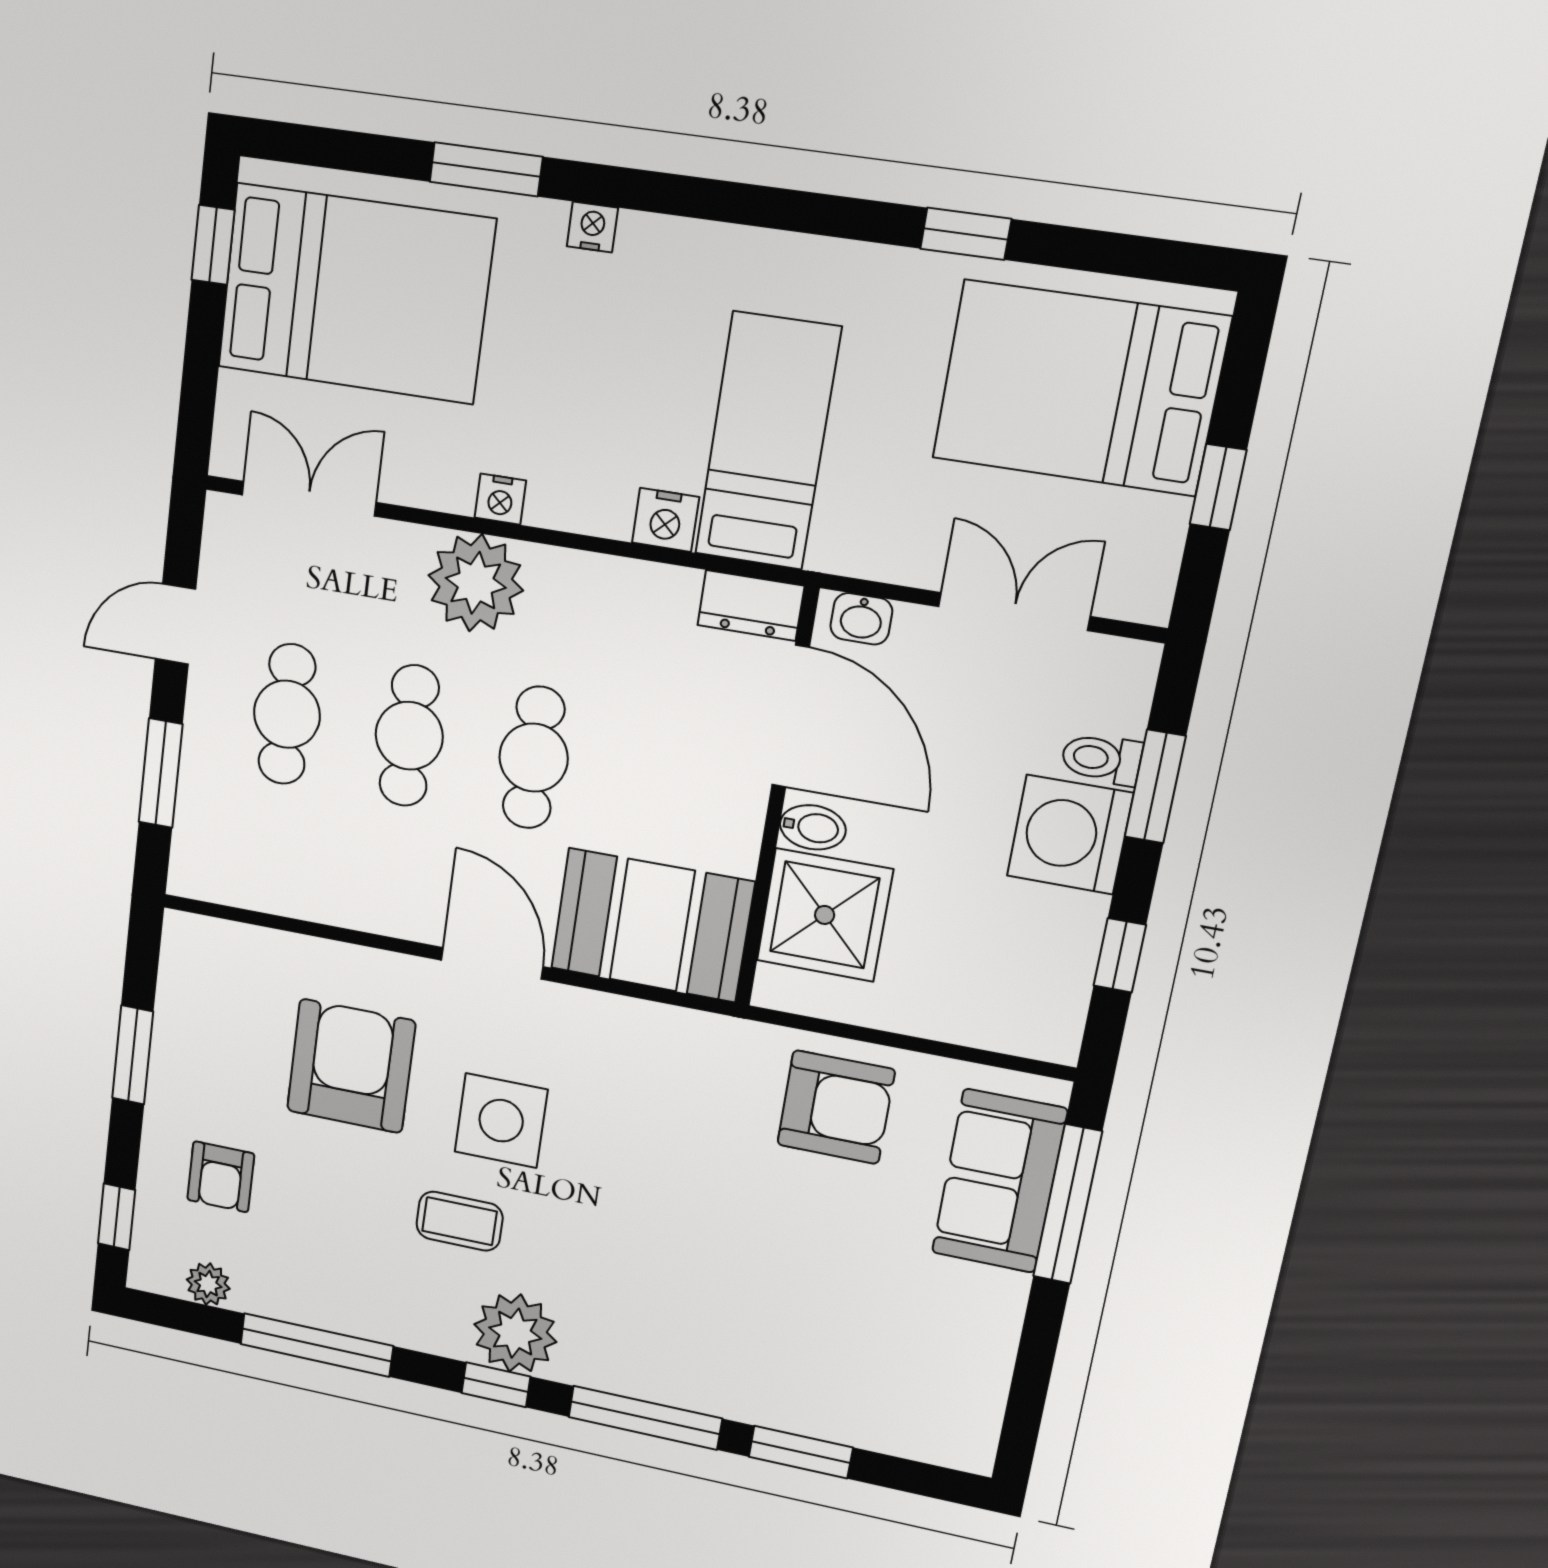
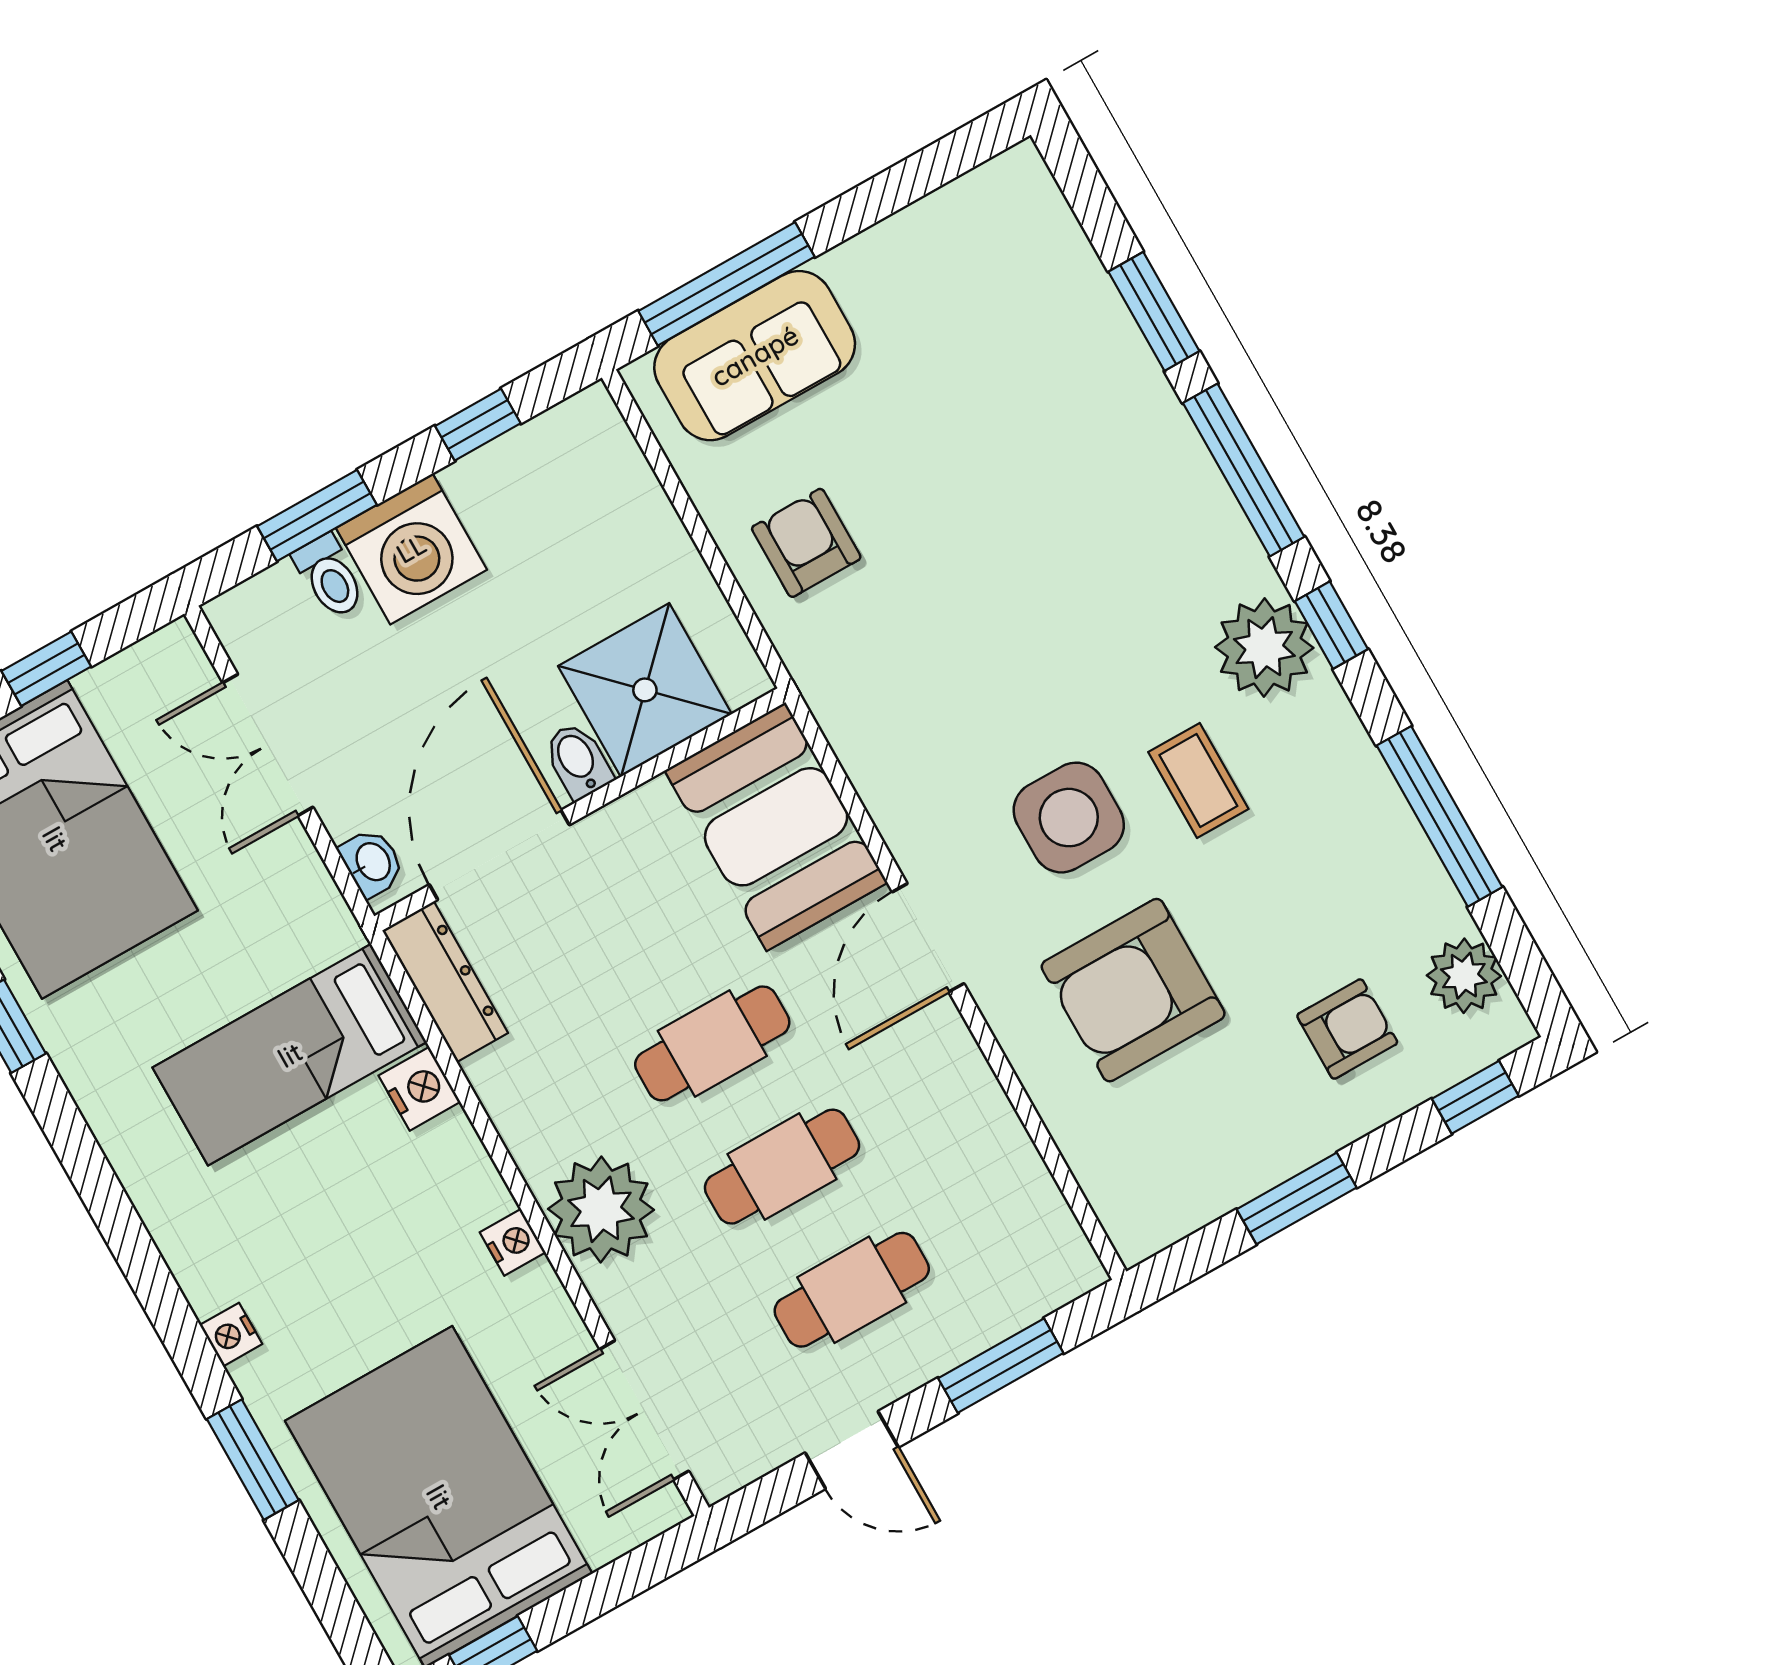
dresser: (751, 606) -> (445, 982), width x1.44
armchair: (836, 1107) -> (806, 543), width x0.72, depth x0.72
plant: (208, 1284) -> (1464, 976), width x1.38, depth x1.38

